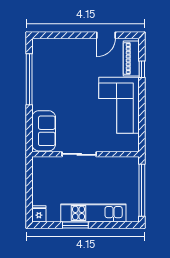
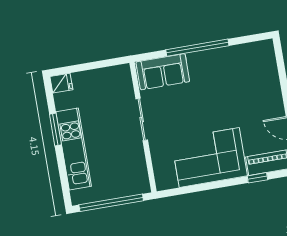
window: (29, 79) -> (197, 48), moved

